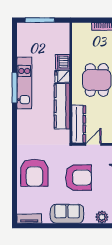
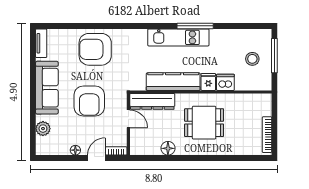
stool: (43, 39) -> (252, 59), added
kitchen unit: (24, 83) -> (178, 37), moved
sofa: (67, 214) -> (47, 88), width x1.36

